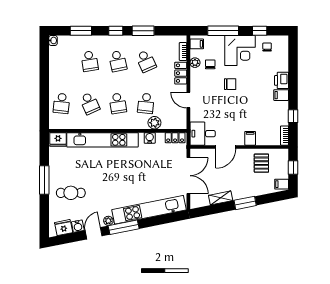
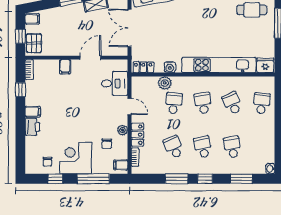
plant: (195, 63) -> (123, 130), moved
chair: (230, 84) -> (86, 123), removed
desk: (203, 134) -> (115, 83), moved
pallet: (261, 163) -> (34, 43), moved

